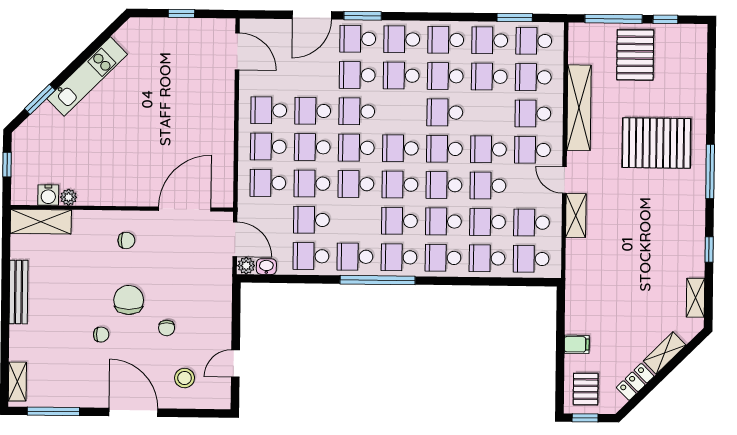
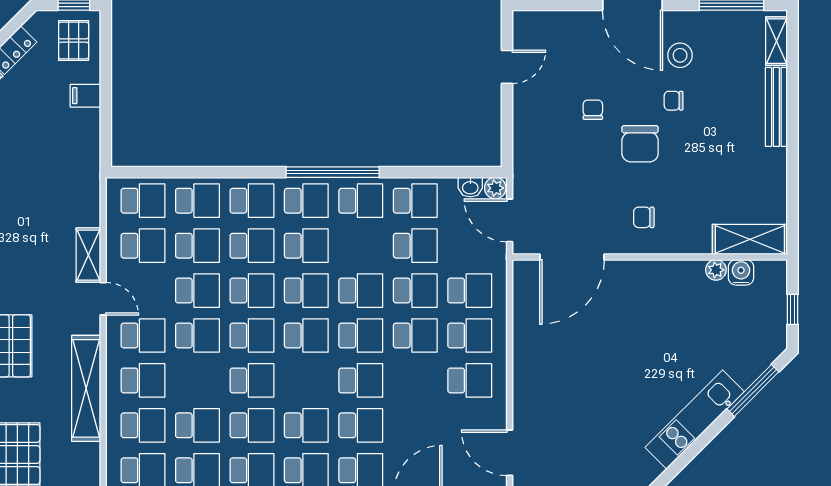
window: (40, 99) -> (753, 390), width x1.44
school desk: (313, 111) -> (415, 380), removed
bench: (19, 292) -> (776, 107), moved
stool: (185, 378) -> (680, 55), moved

